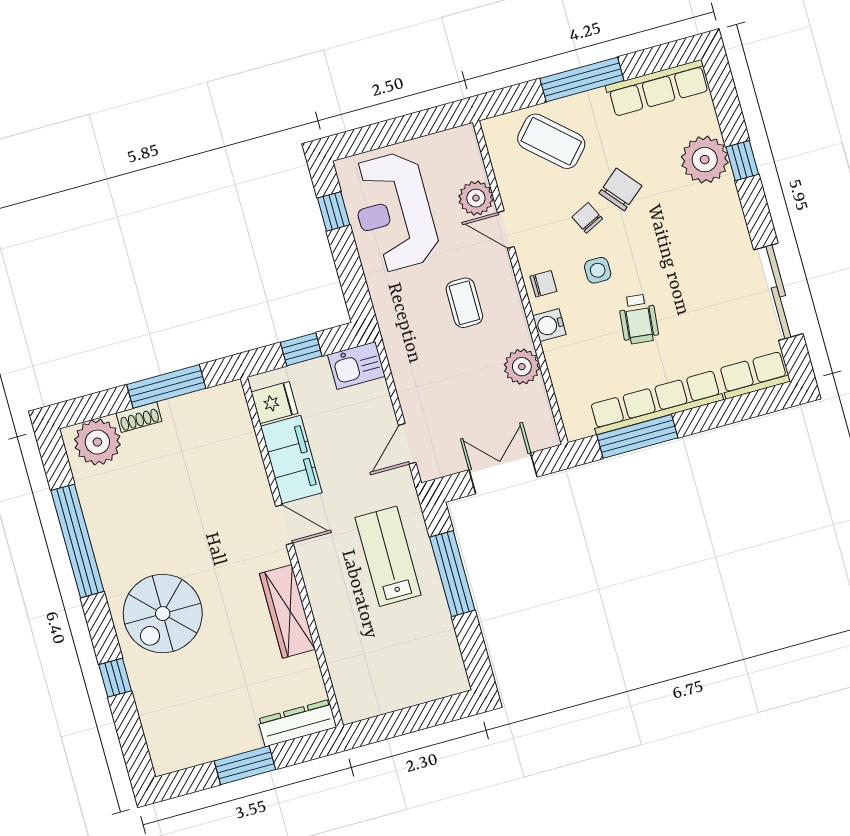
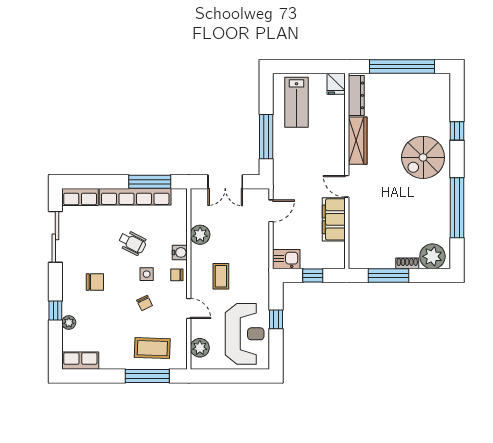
window: (582, 79) -> (147, 376), moved
row of seats: (658, 88) -> (80, 361), width x0.68
coffee table: (551, 141) -> (152, 348), turned -40
plant: (705, 160) -> (69, 322), width x0.53, depth x0.53
chair: (620, 189) -> (95, 282), moved, turned -140
plant: (476, 198) -> (200, 348), moved
window: (334, 211) -> (276, 319), moved
wheelchair: (639, 319) -> (132, 243), turned 111
fridge: (274, 403) -> (336, 84), moved, turned -90
lab bench: (388, 556) -> (296, 102), moved
spiral stairs: (163, 614) -> (423, 157), turned 180
dresser: (297, 723) -> (356, 95), moved, turned -90
window: (245, 765) -> (402, 66), width x2.11

